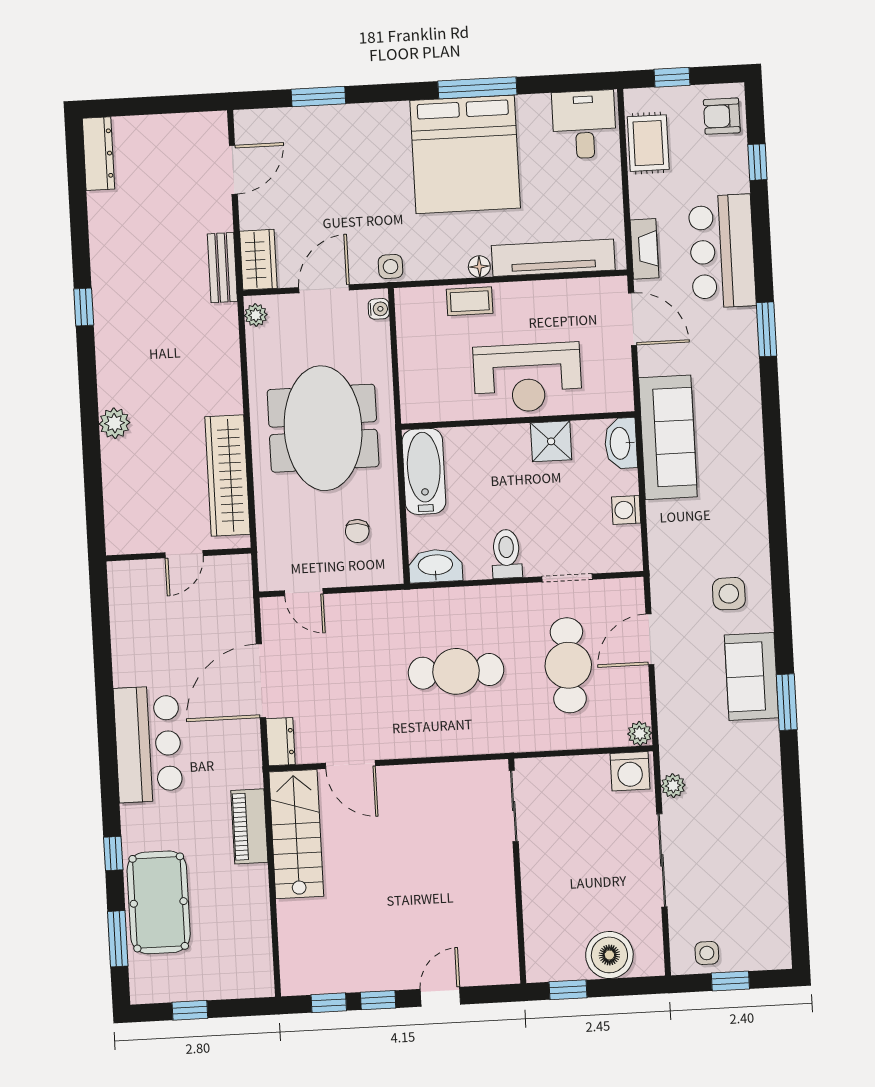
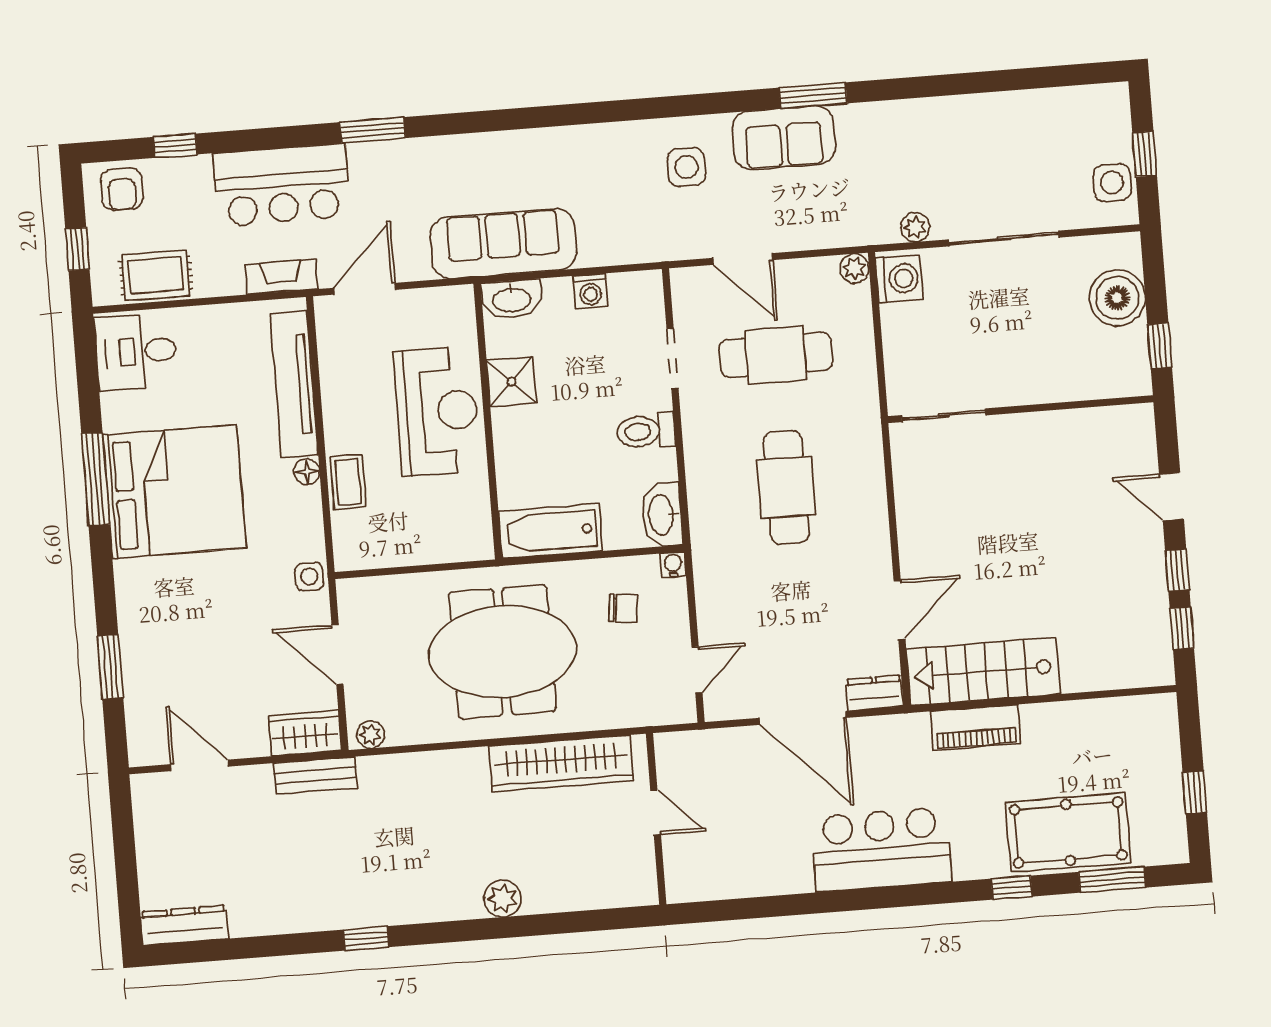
water cooler: (379, 309) -> (673, 565), moved
side table: (707, 953) -> (1112, 183), width x1.37, depth x1.37

